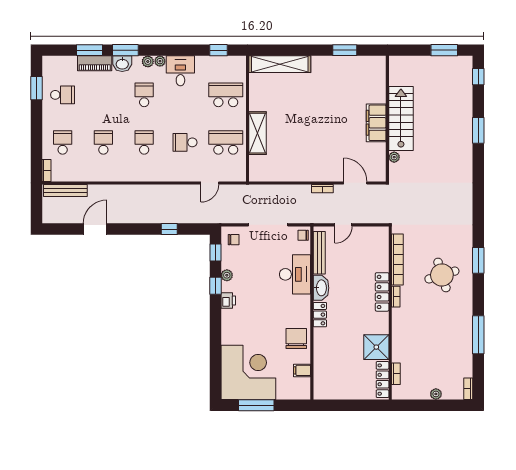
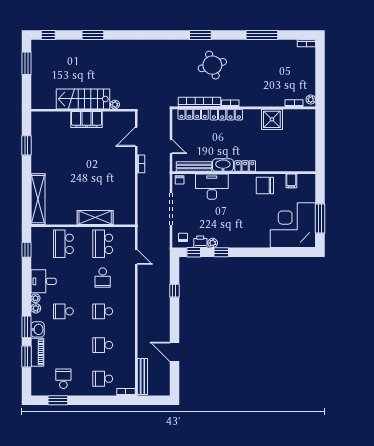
printer: (228, 300) -> (200, 242), moved
locker: (383, 380) -> (193, 114), moved
plant: (436, 394) -> (311, 100), moved

